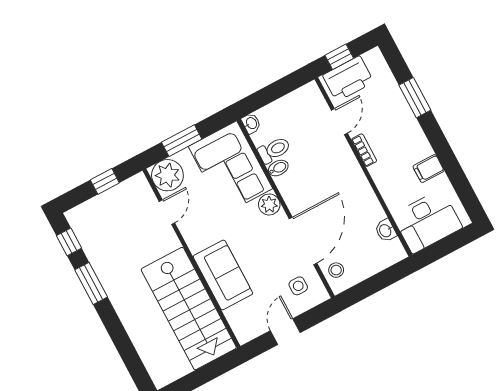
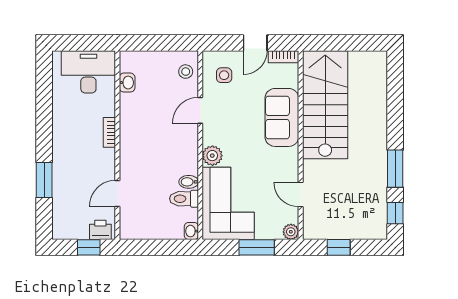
printer: (348, 79) -> (100, 230), width x0.53, depth x0.68
bookcase: (364, 150) -> (109, 132), moved
filing cabinet: (429, 169) -> (64, 115), removed
plant: (167, 175) -> (291, 232), width x0.53, depth x0.53
door: (167, 212) -> (301, 194), hinge flipped
door: (303, 241) -> (200, 110), width x0.53
bookcase: (252, 333) -> (283, 57), added

